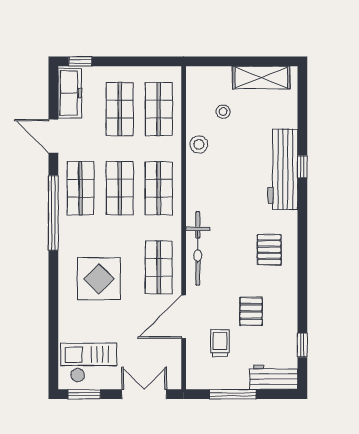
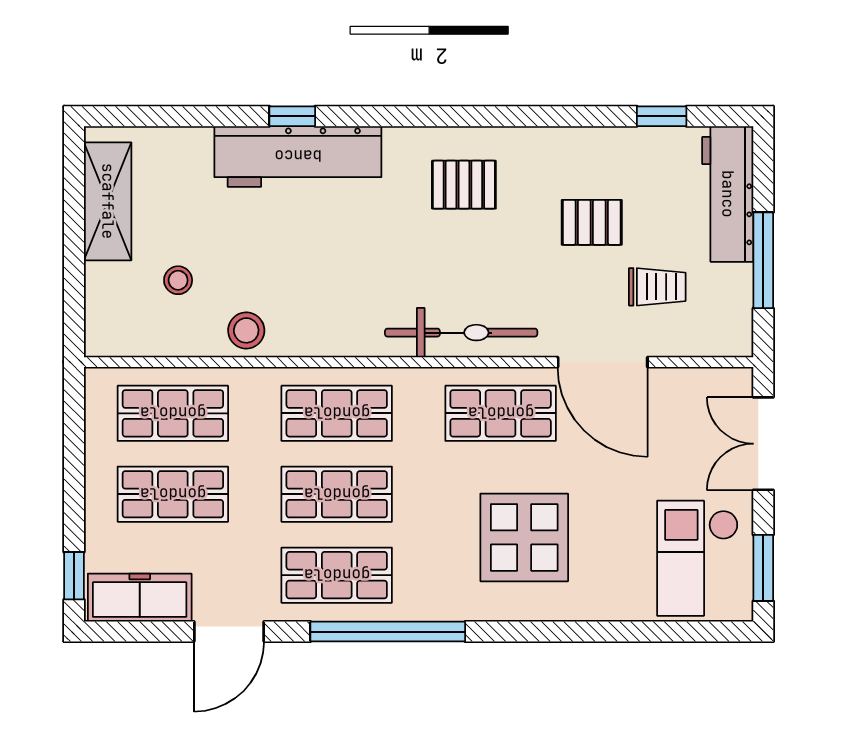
trolley: (220, 343) -> (657, 287), turned 180
workbench: (274, 377) -> (728, 194), width x1.38

